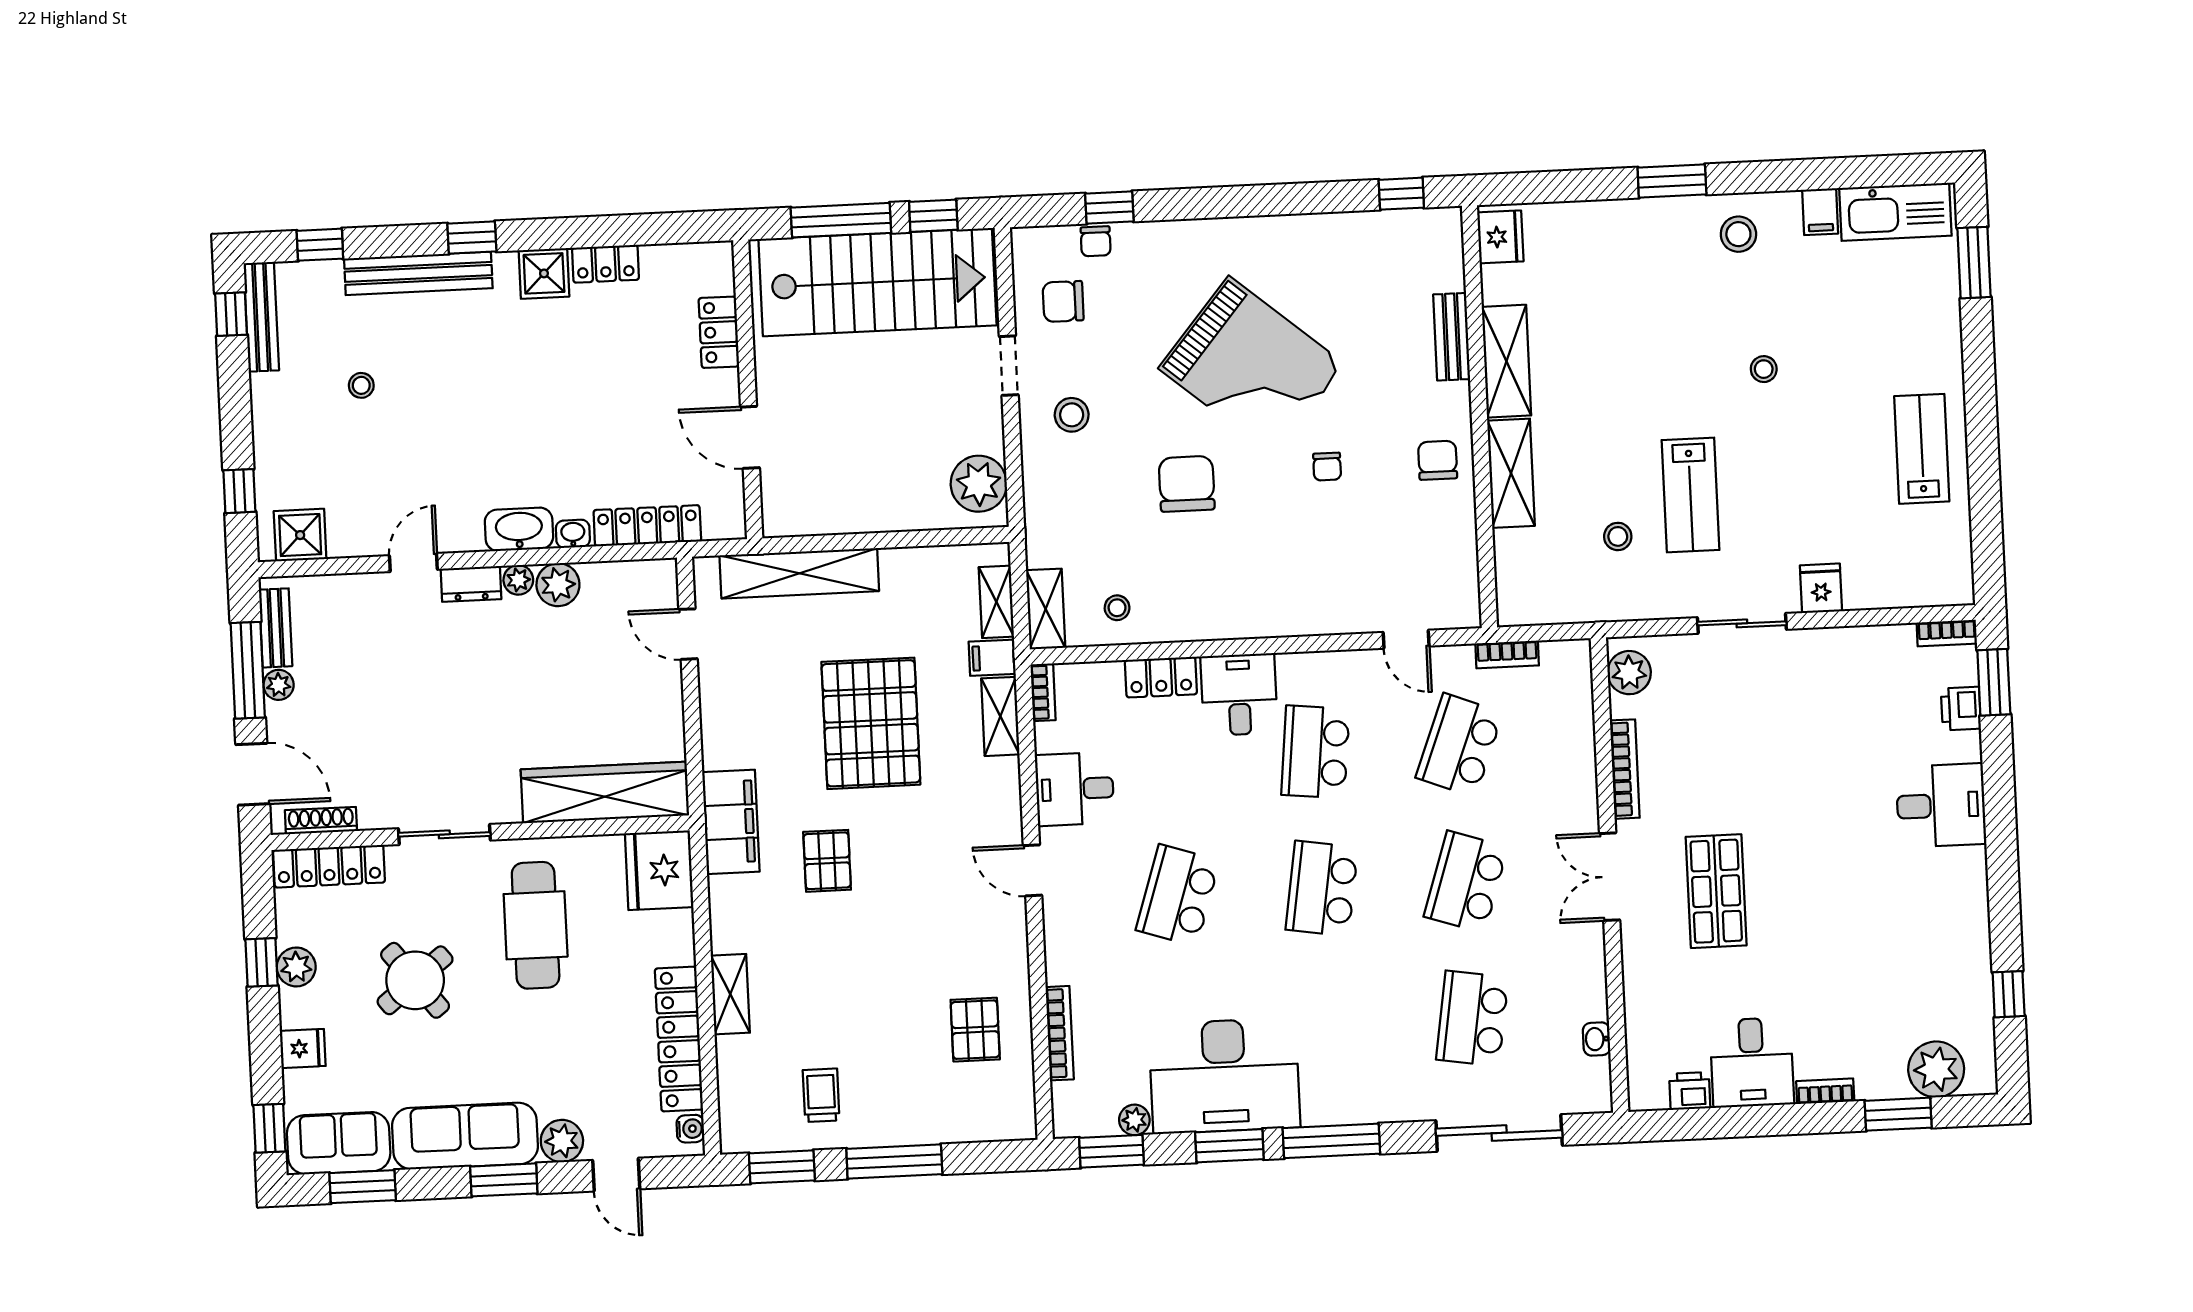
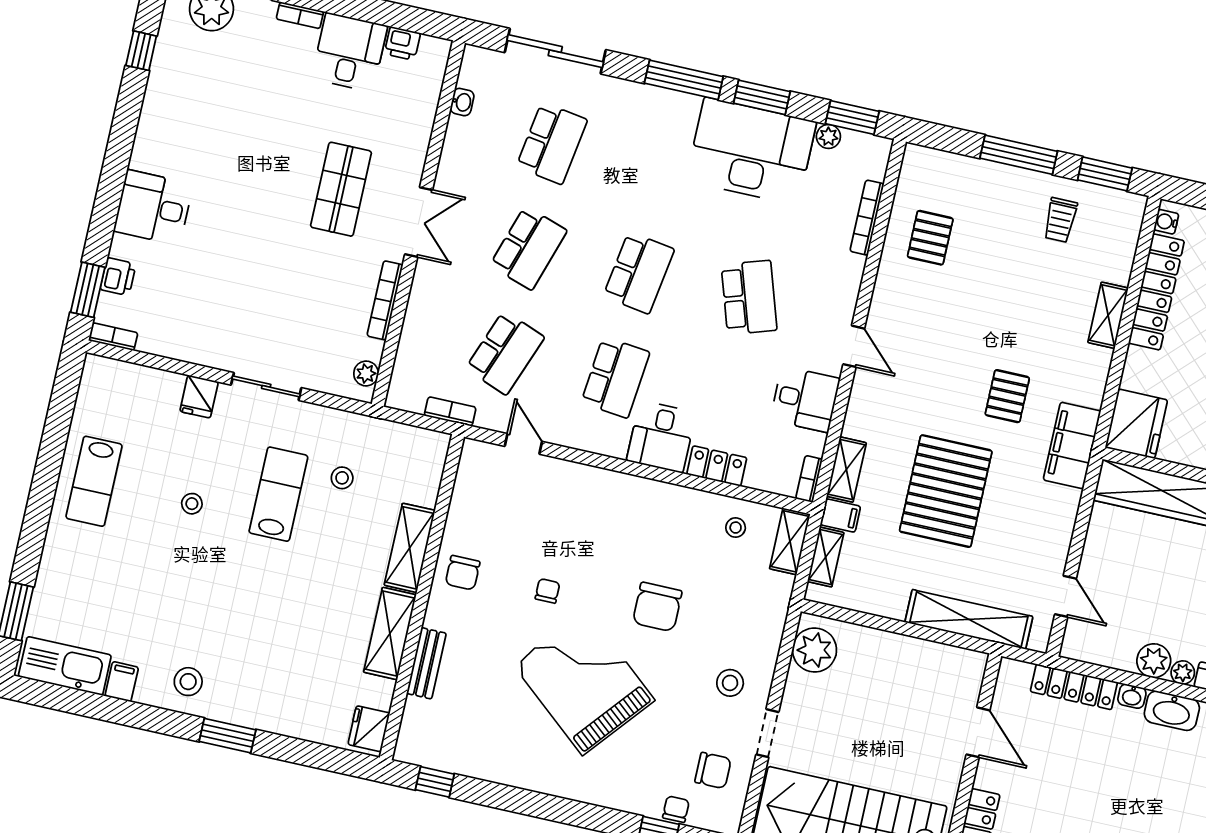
stool: (1764, 369) -> (192, 504), moved
plant: (1629, 673) -> (366, 373), width x0.73, depth x0.73
school desk: (1178, 895) -> (749, 297), turned -36

